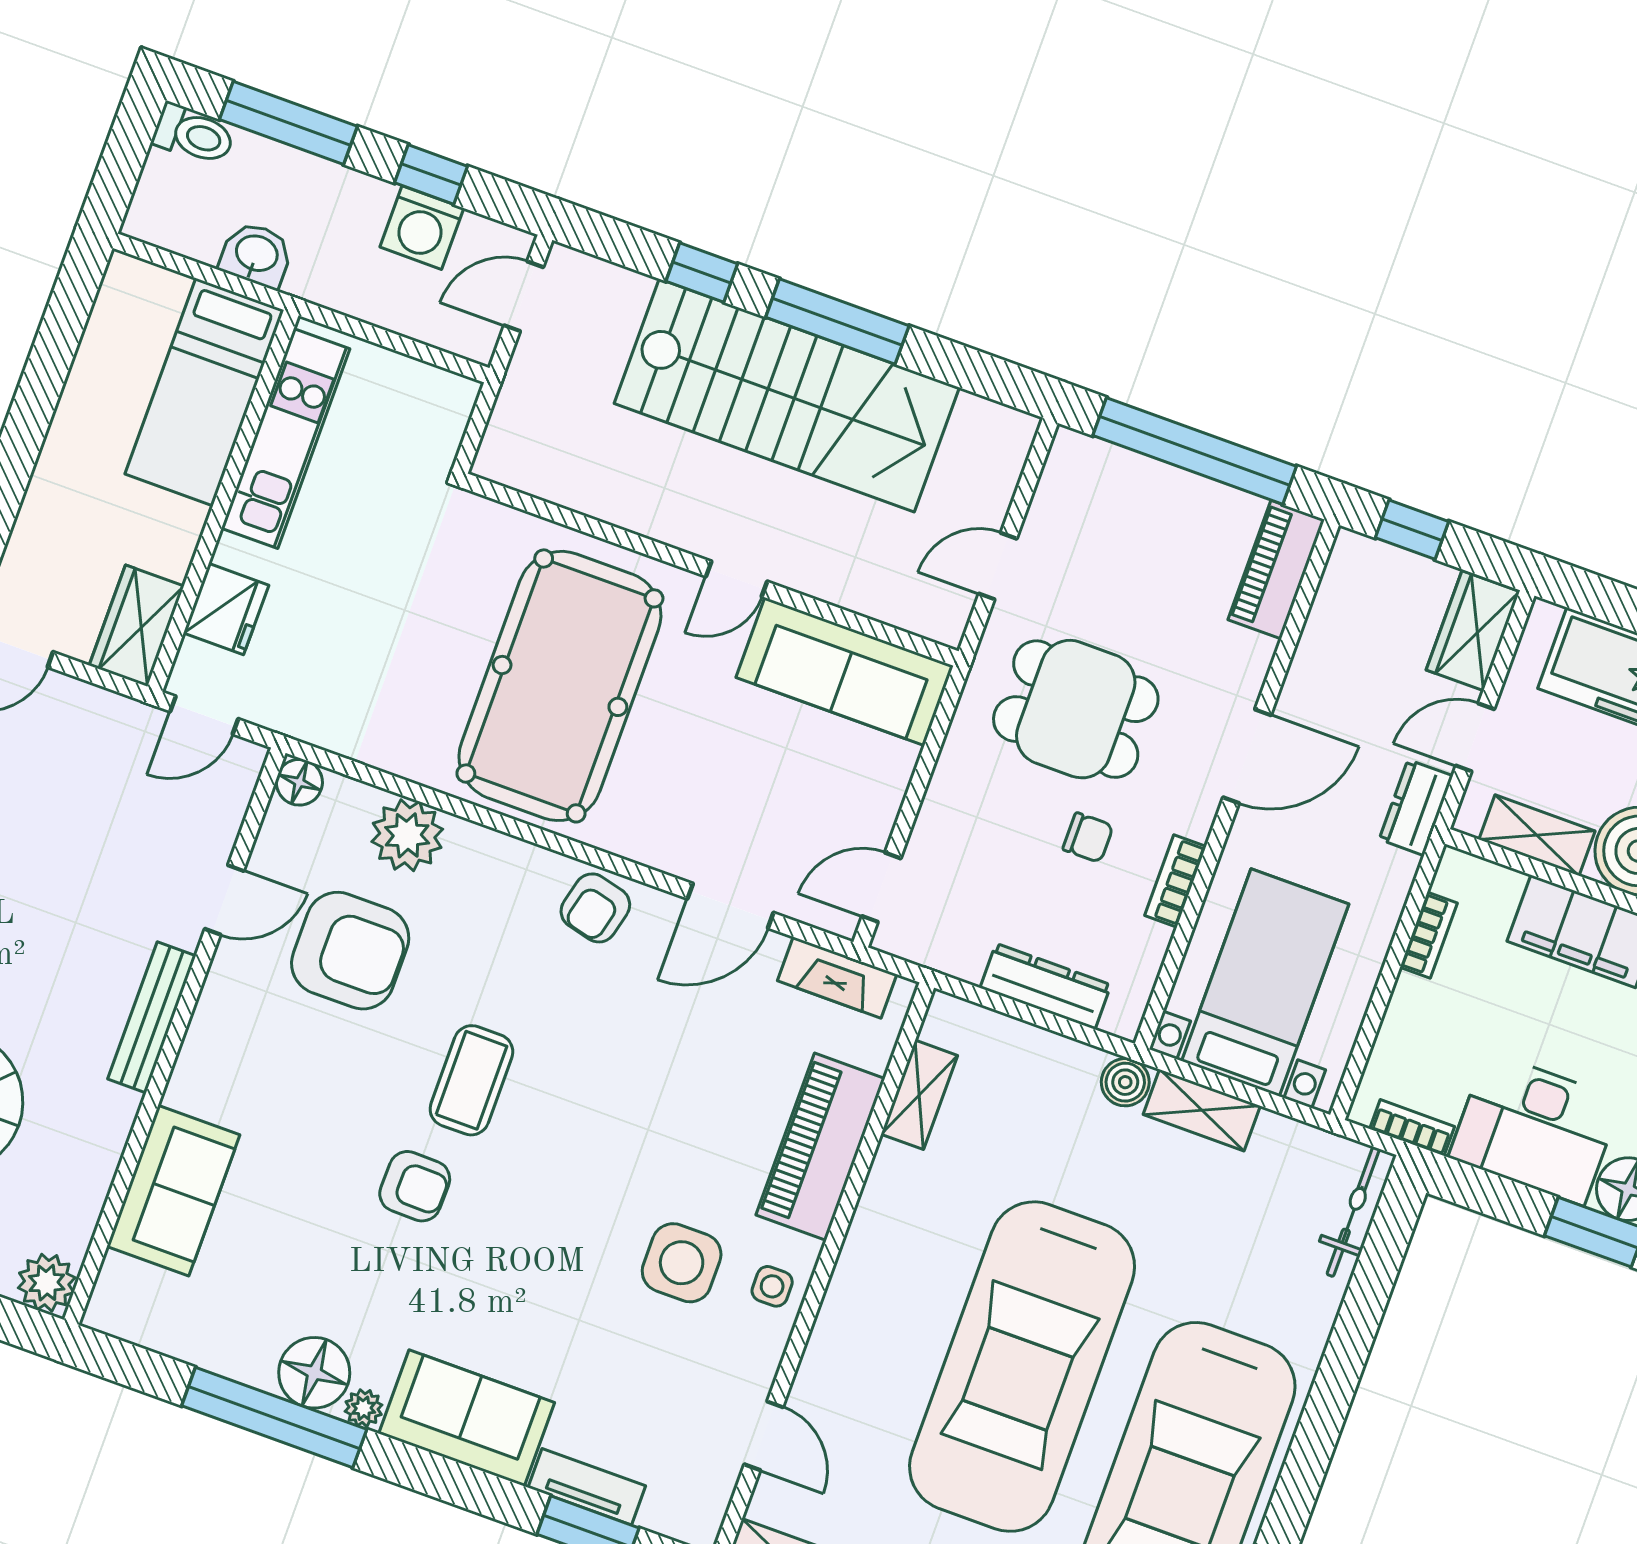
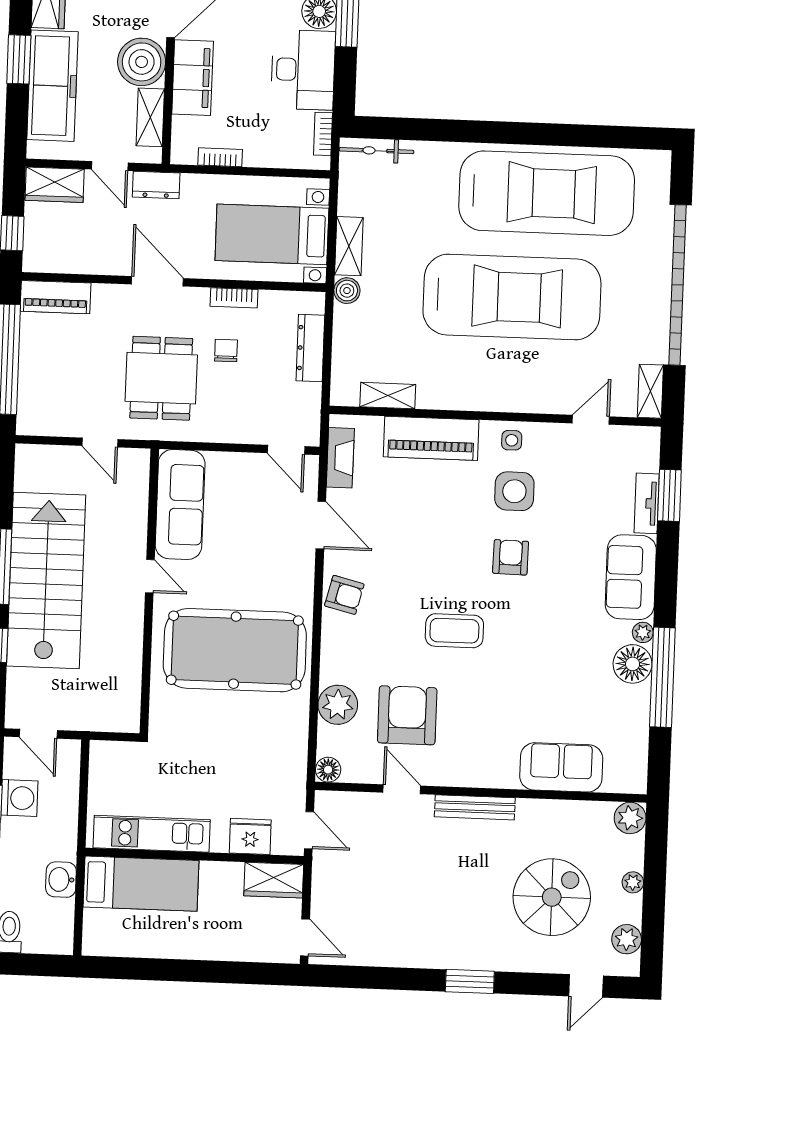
armchair: (415, 1186) -> (511, 557), moved

